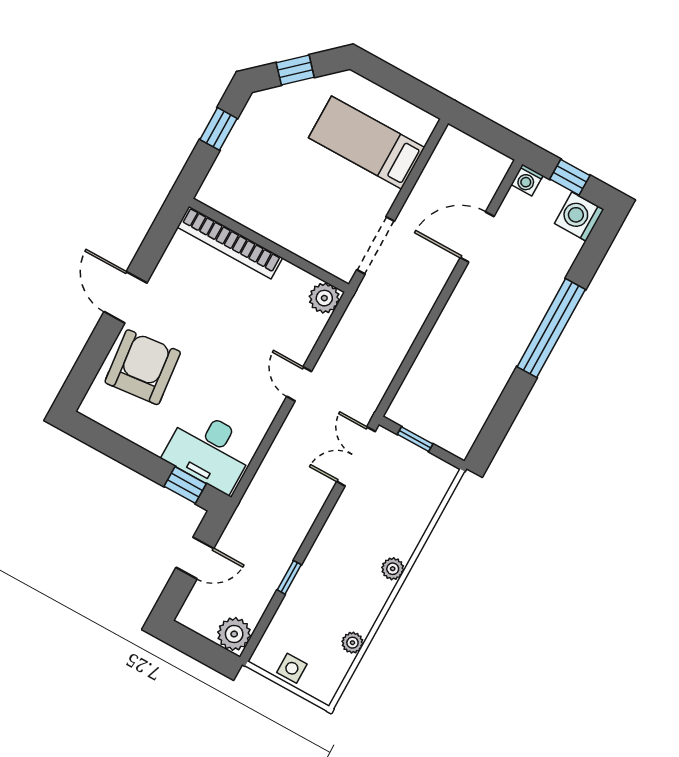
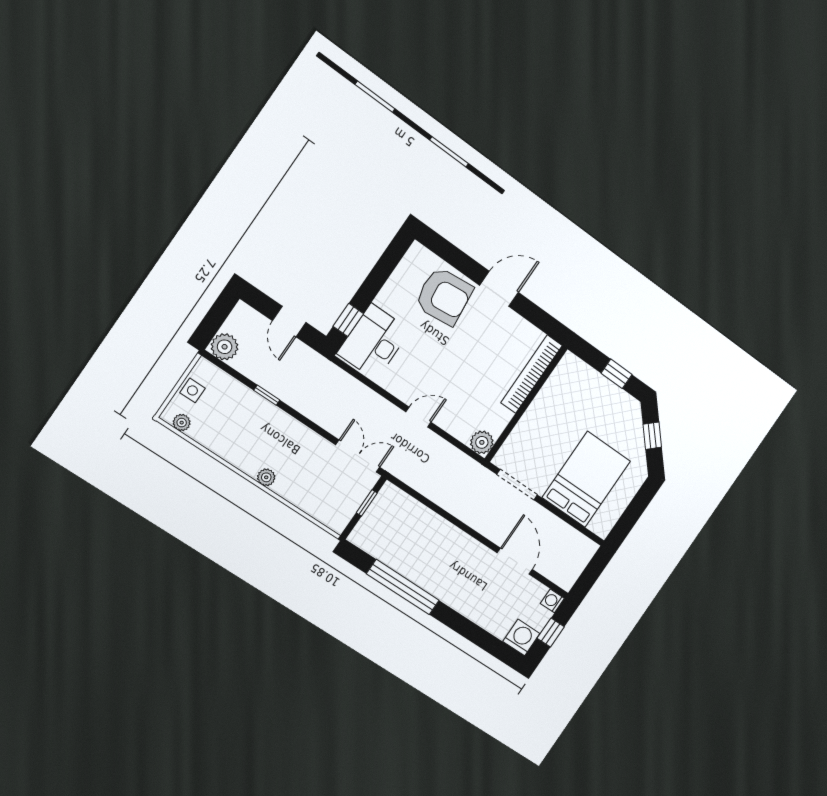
bed: (367, 143) -> (586, 479), width x1.50
window: (551, 328) -> (403, 587), moved
plant: (352, 643) -> (182, 423), moved

